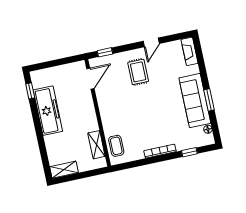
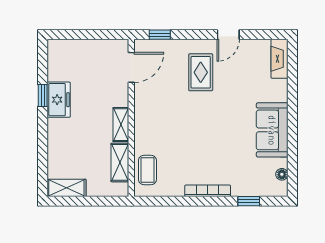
window: (30, 91) -> (43, 96), moved
window: (209, 100) -> (292, 133), removed
sofa: (195, 101) -> (272, 130), width x0.73
freezer: (48, 111) -> (59, 100), width x0.52, depth x0.79
shelving: (92, 119) -> (121, 125), added

